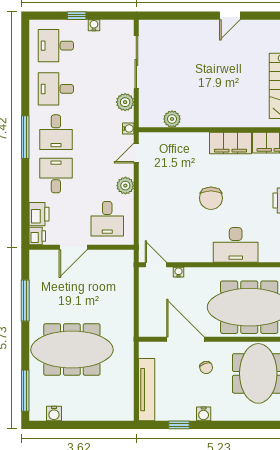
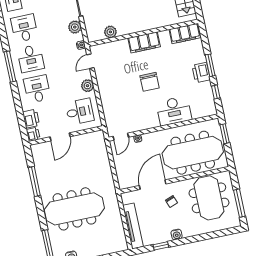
desk: (56, 89) -> (24, 28), turned 90
filing cabinet: (231, 143) -> (144, 42), moved
desk: (107, 219) -> (80, 112), turned -90
door: (156, 265) -> (121, 137), swing flipped
door: (185, 339) -> (153, 185), hinge flipped

